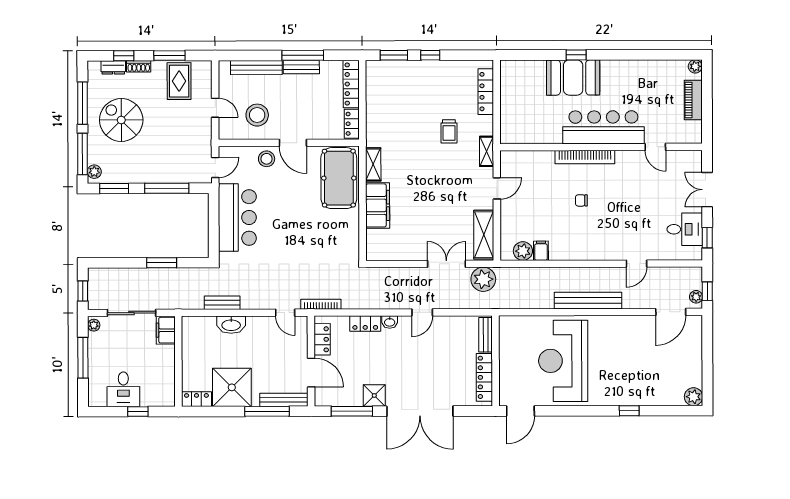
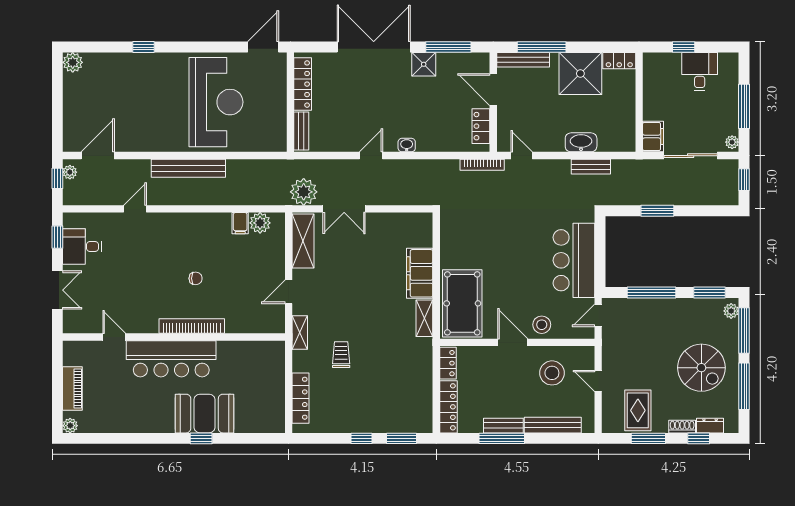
locker: (365, 324) -> (434, 143), removed

